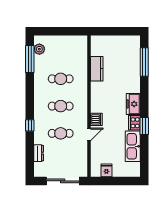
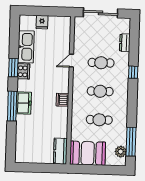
booth: (71, 47) -> (88, 153), added
window: (144, 62) -> (12, 106), moved
kitchen counter: (97, 69) -> (60, 151), moved
freezer: (133, 104) -> (24, 103), moved
dishwasher: (96, 119) -> (62, 100), moved
fridge: (106, 170) -> (42, 22), moved

